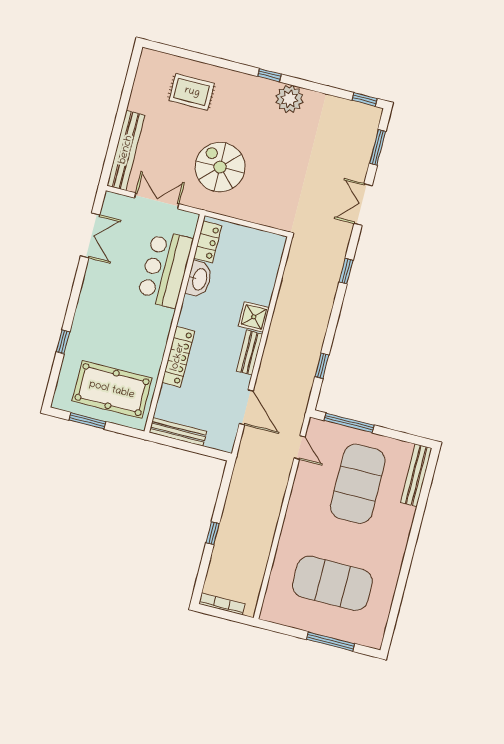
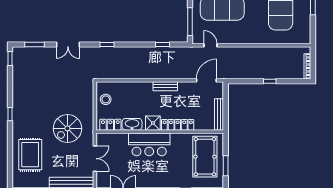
rug: (192, 92) -> (30, 155), width x1.36, depth x1.43
plant: (289, 99) -> (20, 100), removed
double door: (157, 201) -> (95, 159), swing flipped
stool: (253, 245) -> (106, 99), added
bar counter: (165, 269) -> (149, 144), moved
shower: (254, 317) -> (153, 123), moved
door: (246, 407) -> (206, 80), moved
door: (300, 447) -> (210, 45), hinge flipped

